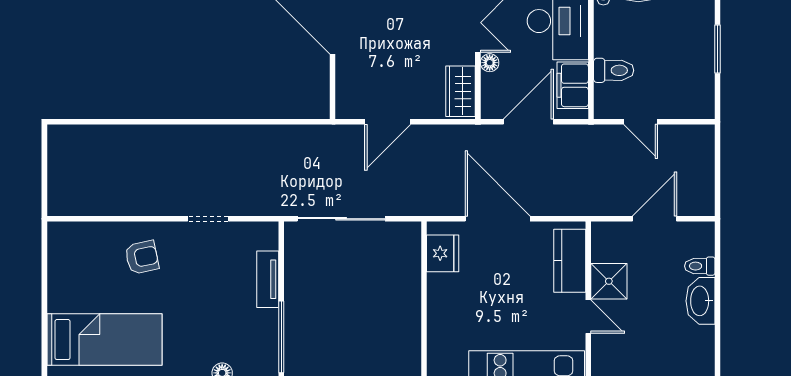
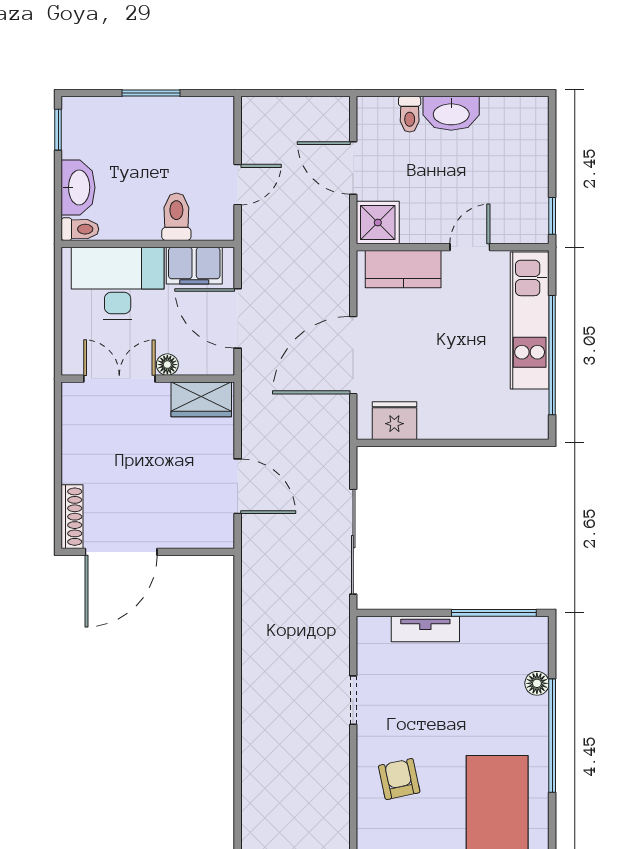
shower: (609, 281) -> (378, 223), moved

